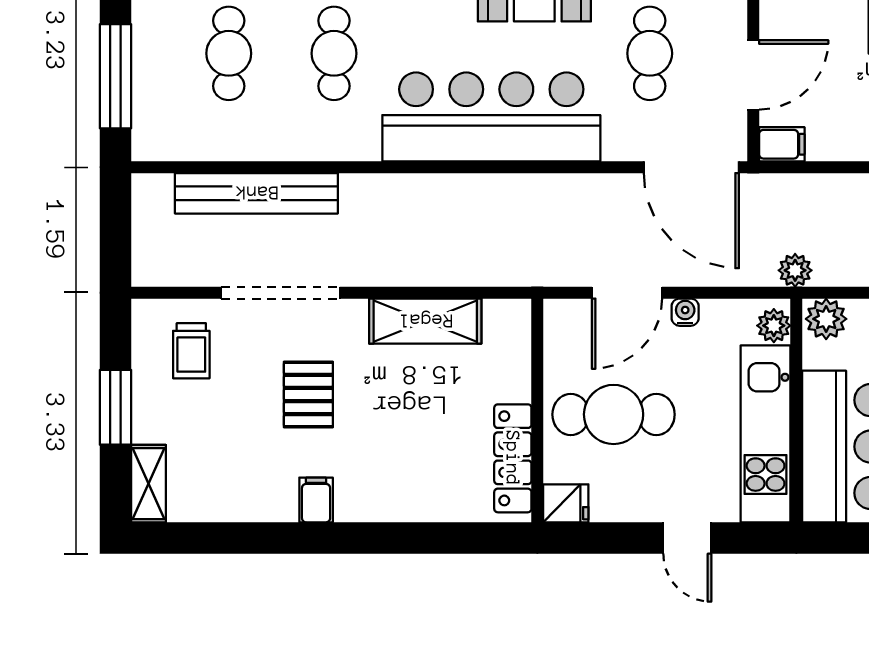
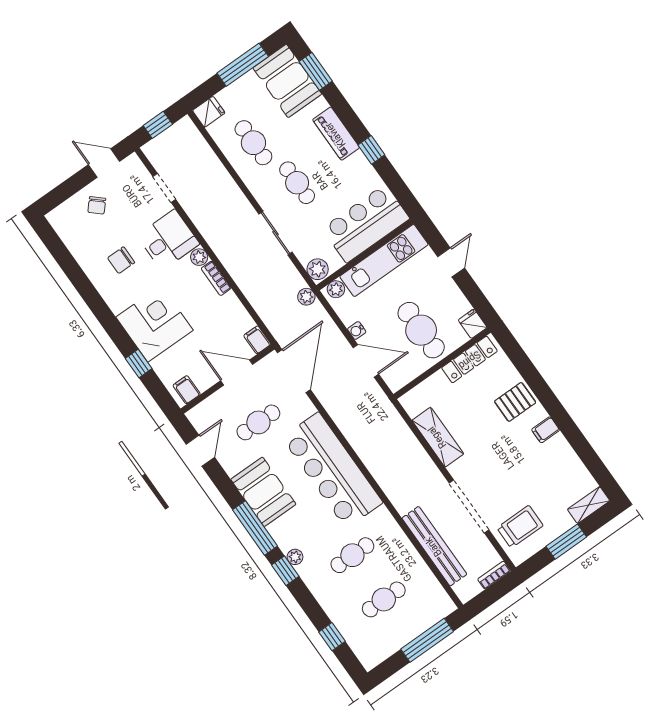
bookcase: (144, 256) -> (494, 575), added
trolley: (191, 351) -> (520, 527), width x1.36, depth x1.39
pallet: (308, 394) -> (515, 402), moved

